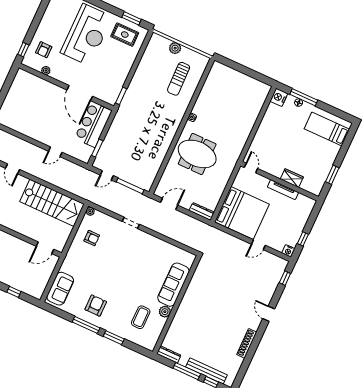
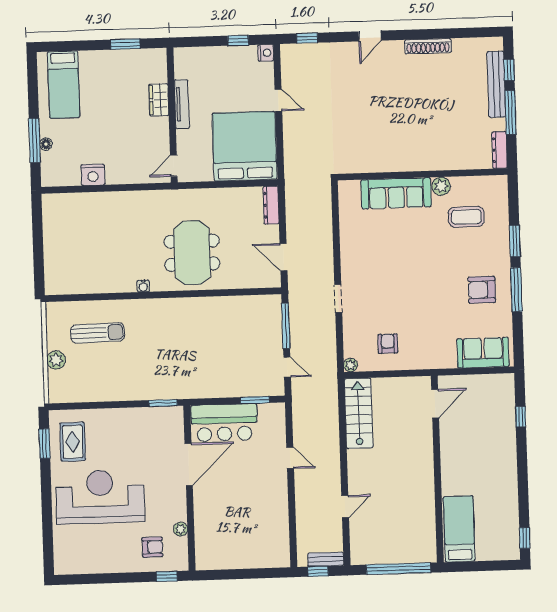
nightstand: (279, 97) -> (93, 175), moved
stairs: (52, 203) -> (359, 413), width x0.73, depth x0.66
door: (45, 248) -> (435, 404), hinge flipped

